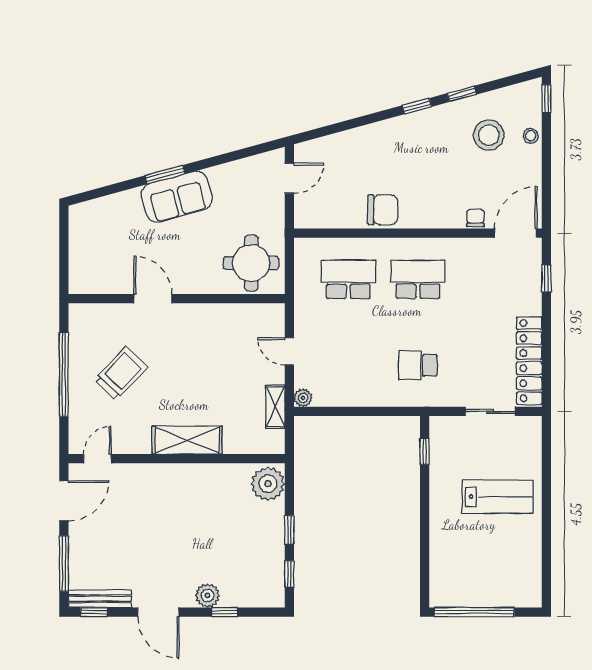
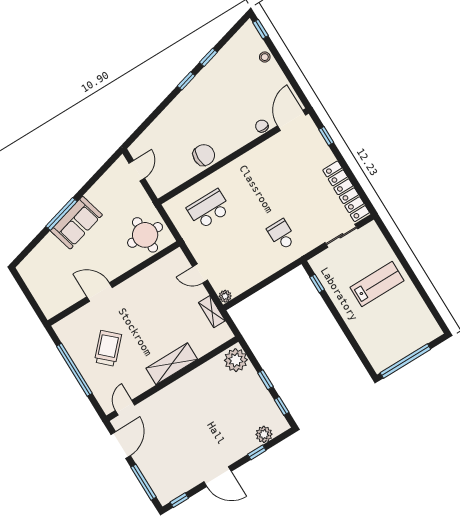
stool: (489, 135) -> (240, 72), removed
window: (165, 175) -> (61, 214), width x1.44
school desk: (418, 279) -> (250, 184), removed
school desk: (418, 365) -> (282, 235), turned 90
plant: (207, 596) -> (264, 434), moved
bench: (100, 599) -> (178, 490), removed

